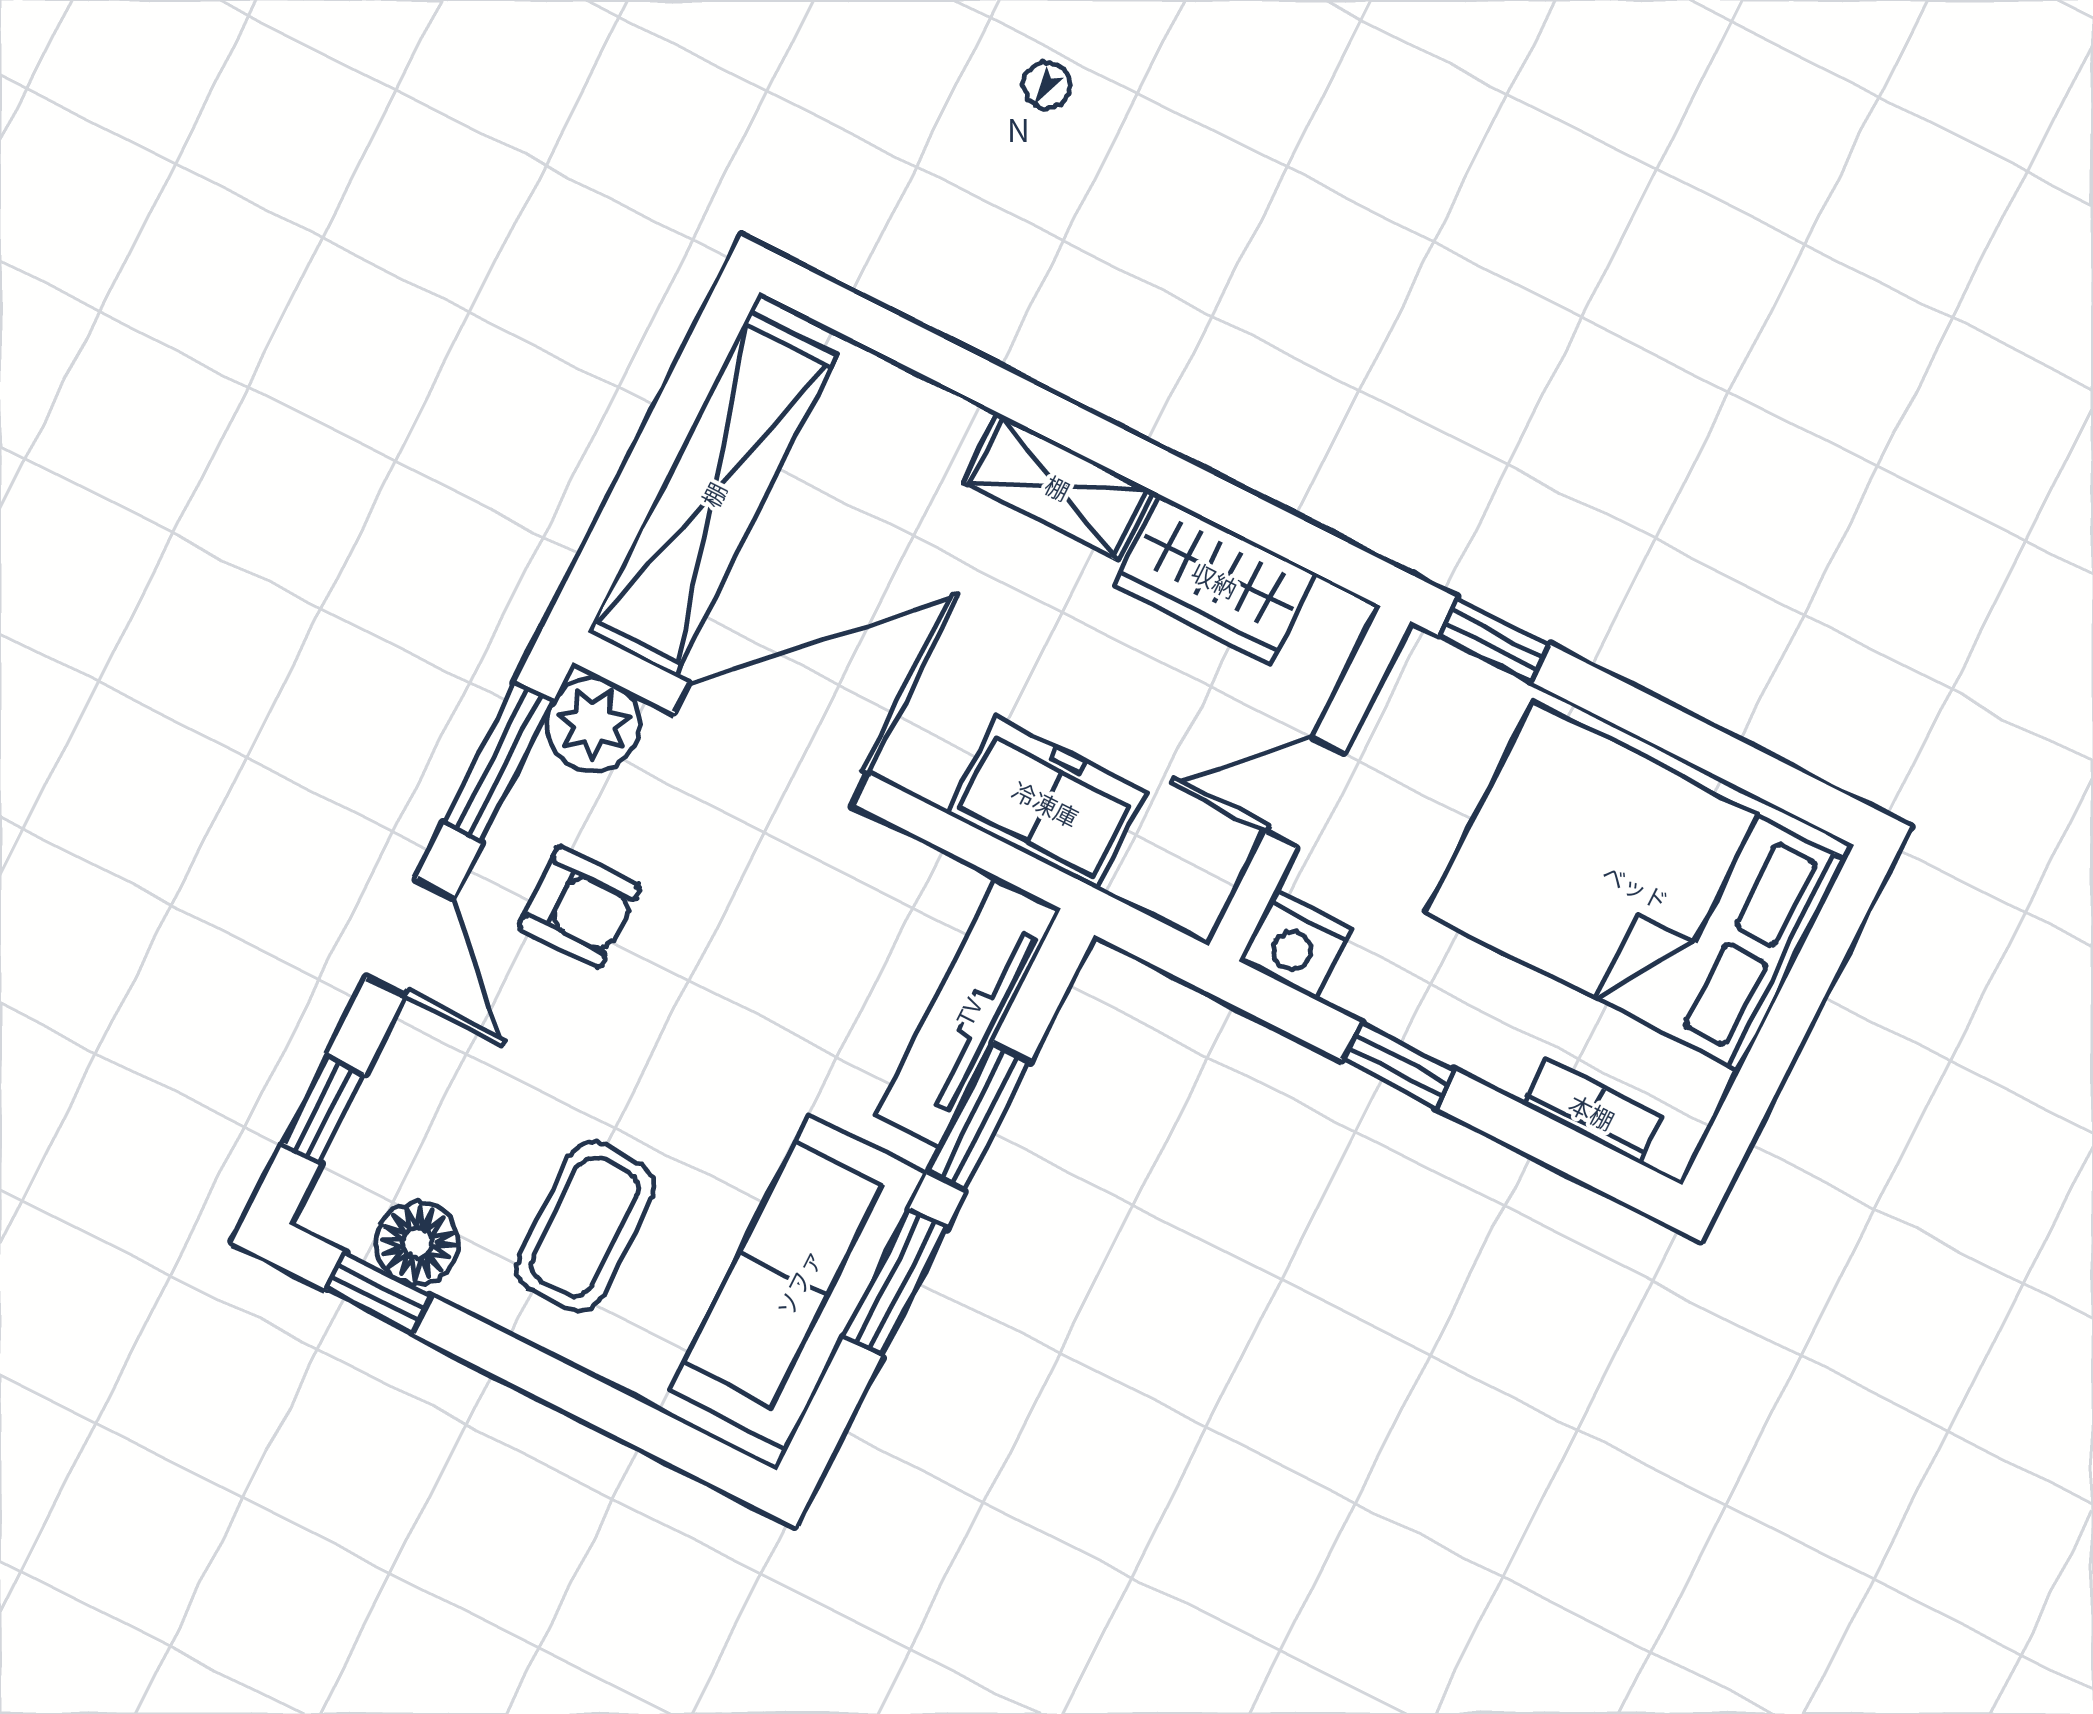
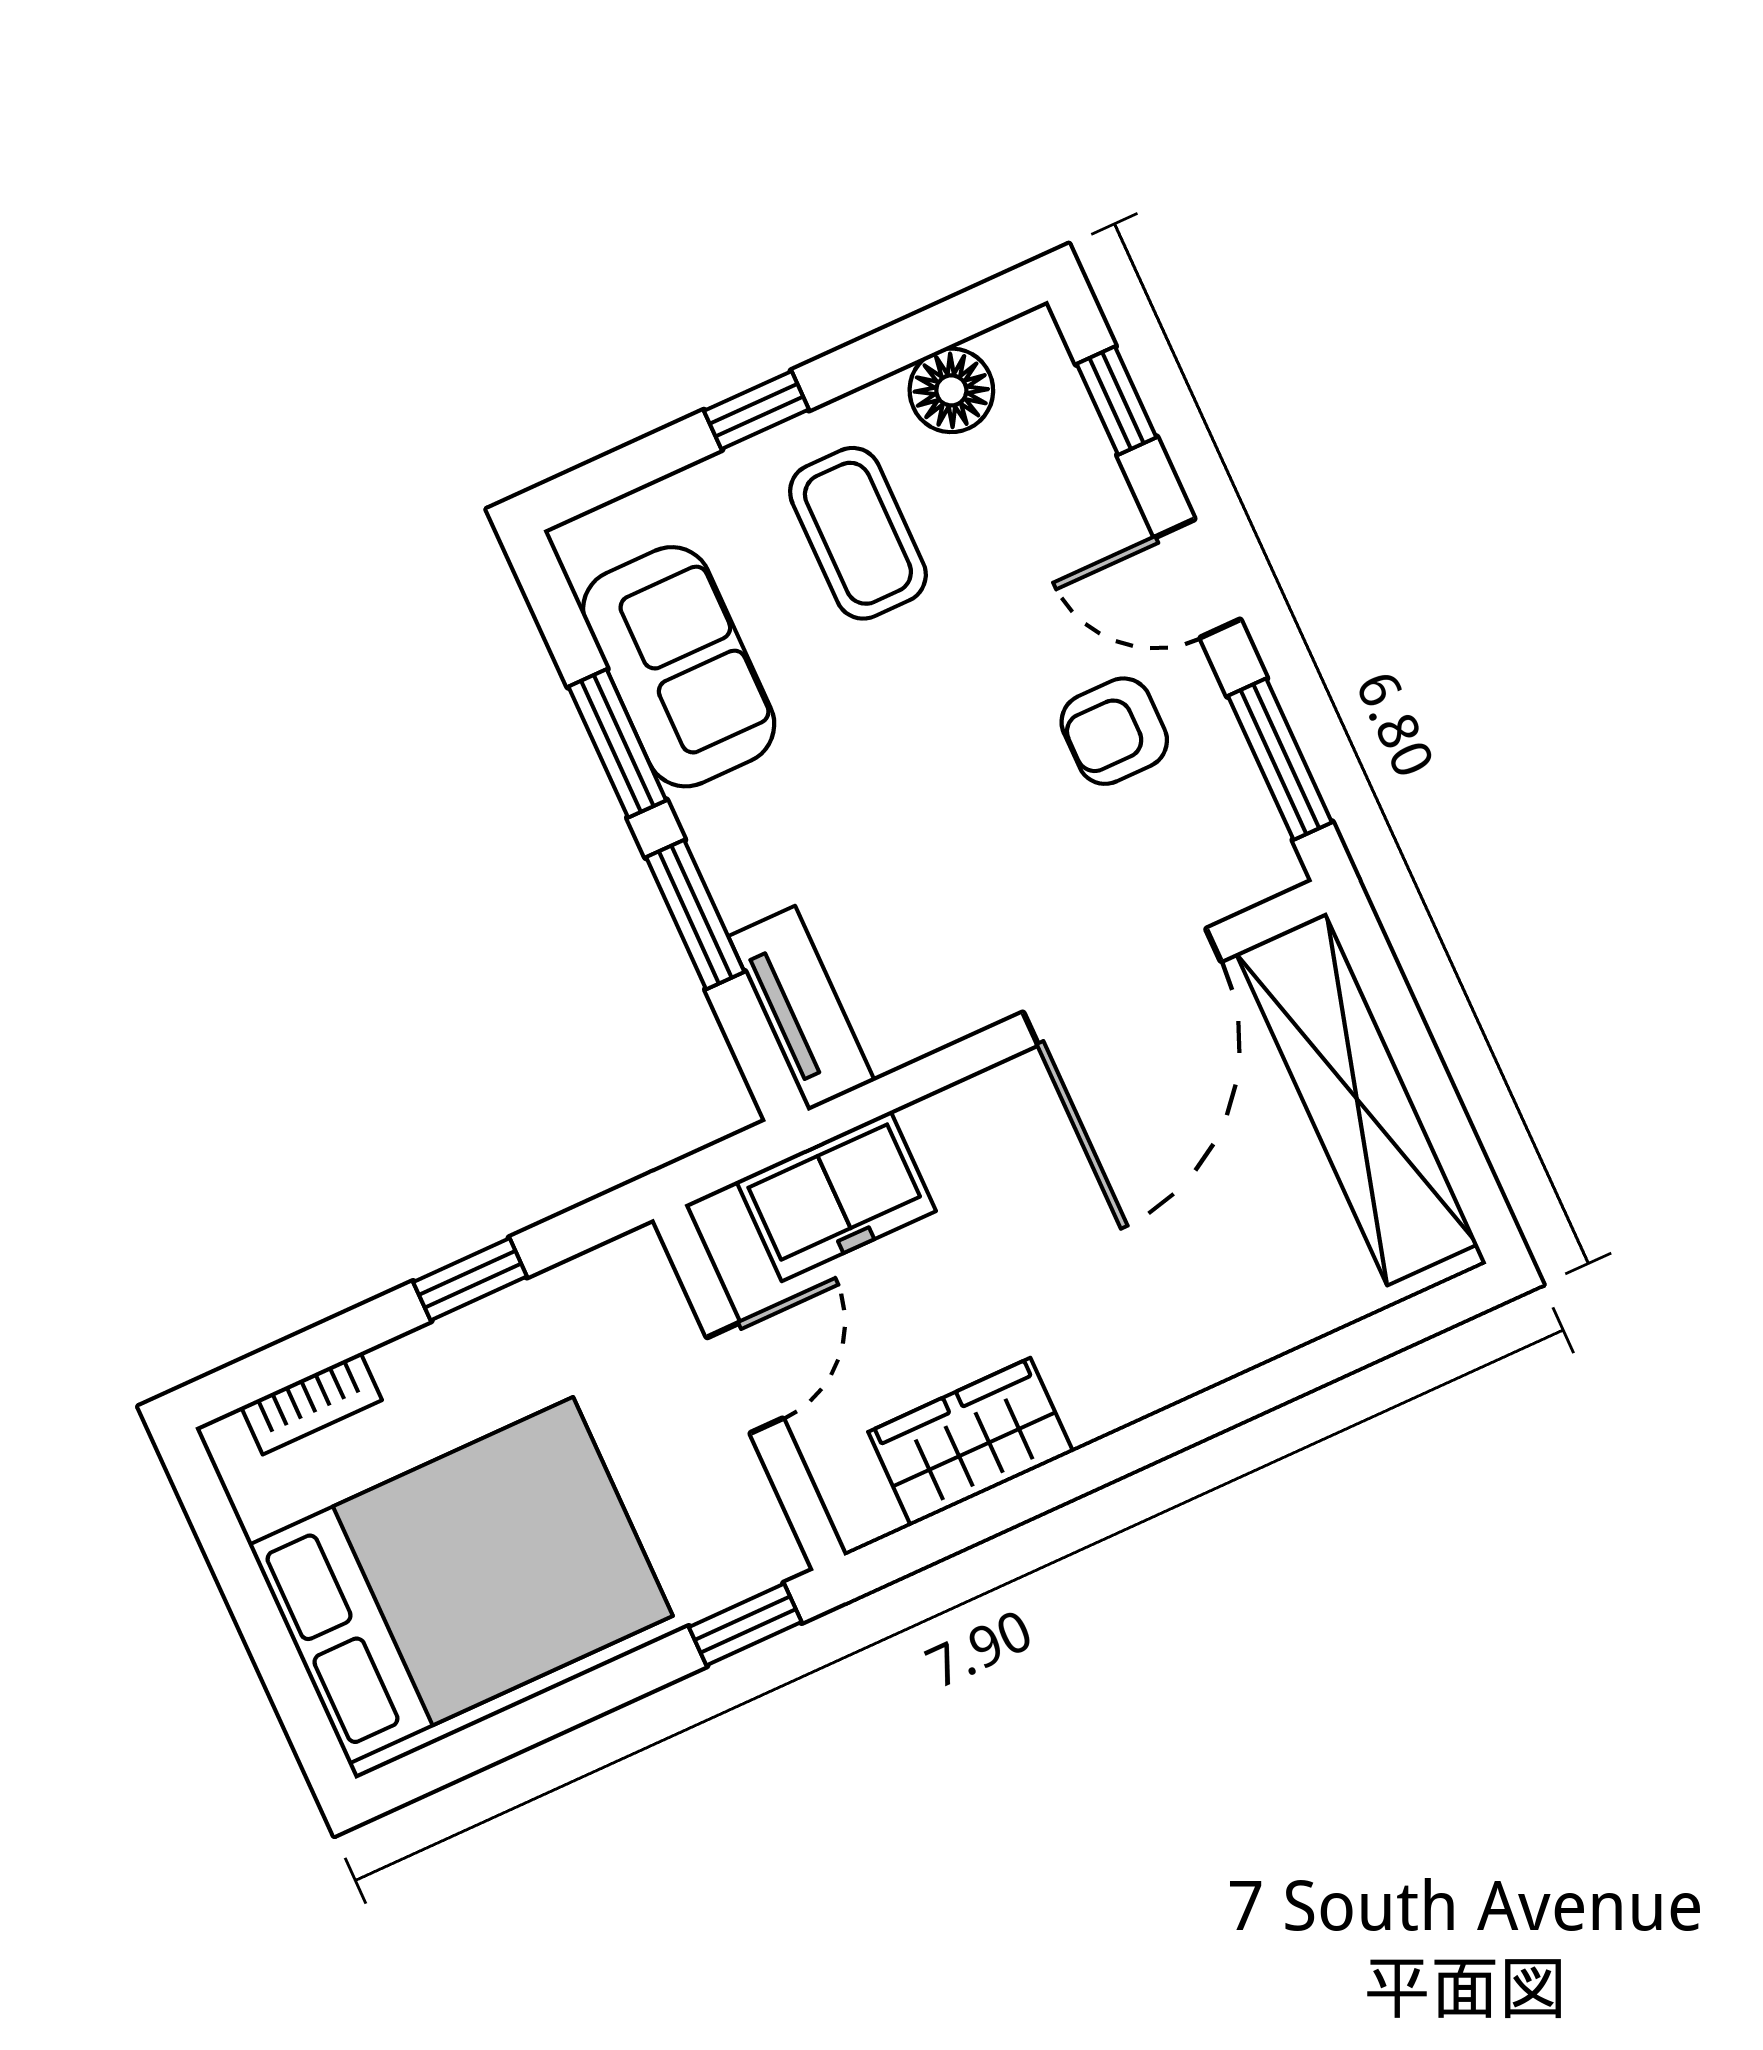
shelving: (1058, 487) -> (1144, 1376), removed
plant: (593, 724) -> (1250, 858), removed
freezer: (1046, 803) -> (836, 1196), moved
nightstand: (1295, 945) -> (631, 1273), removed
tv unit: (968, 1011) -> (802, 1008), width x0.71
sofa: (798, 1282) -> (679, 667), width x0.73
window: (379, 1293) -> (756, 410), moved

